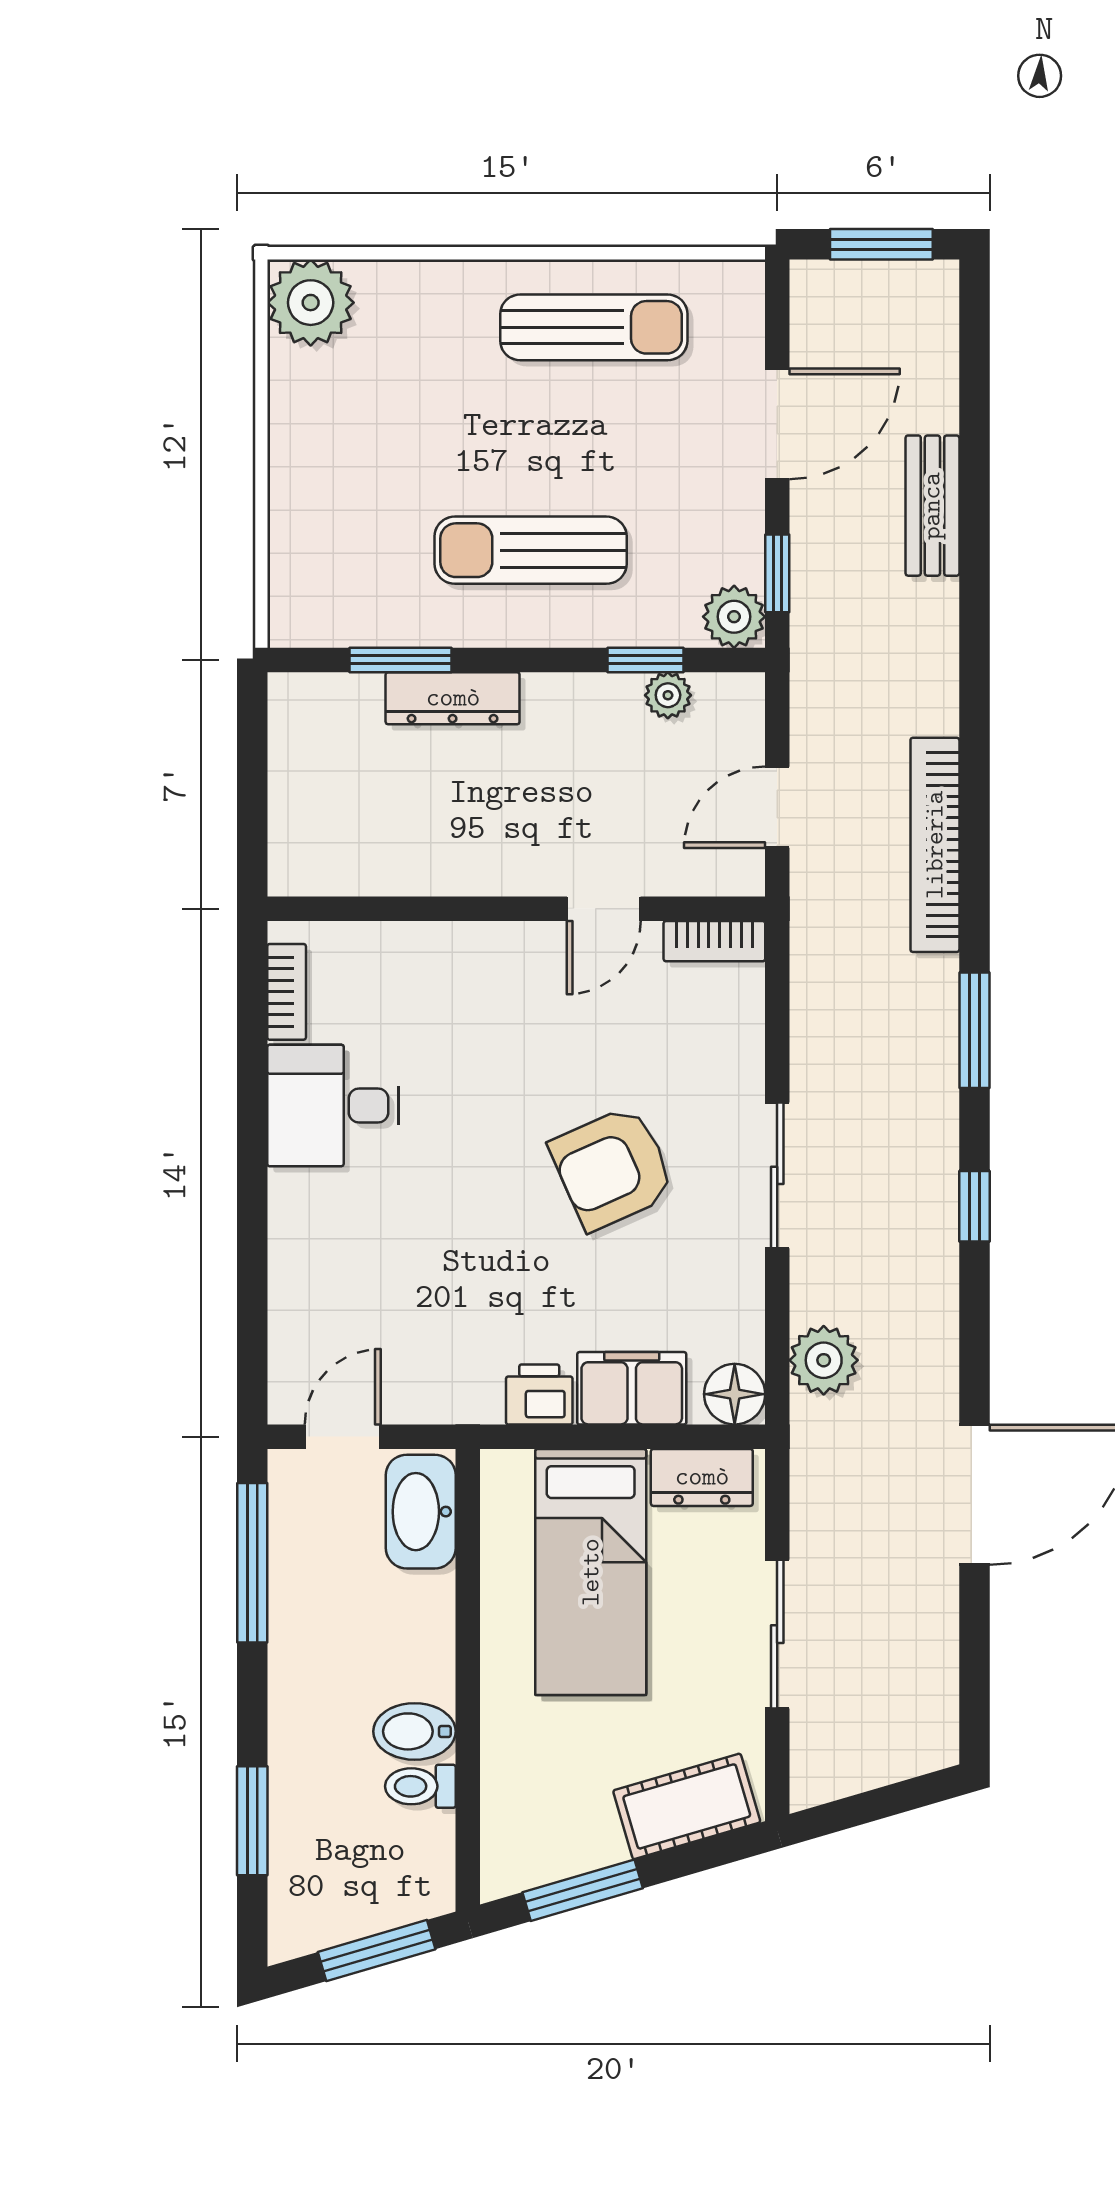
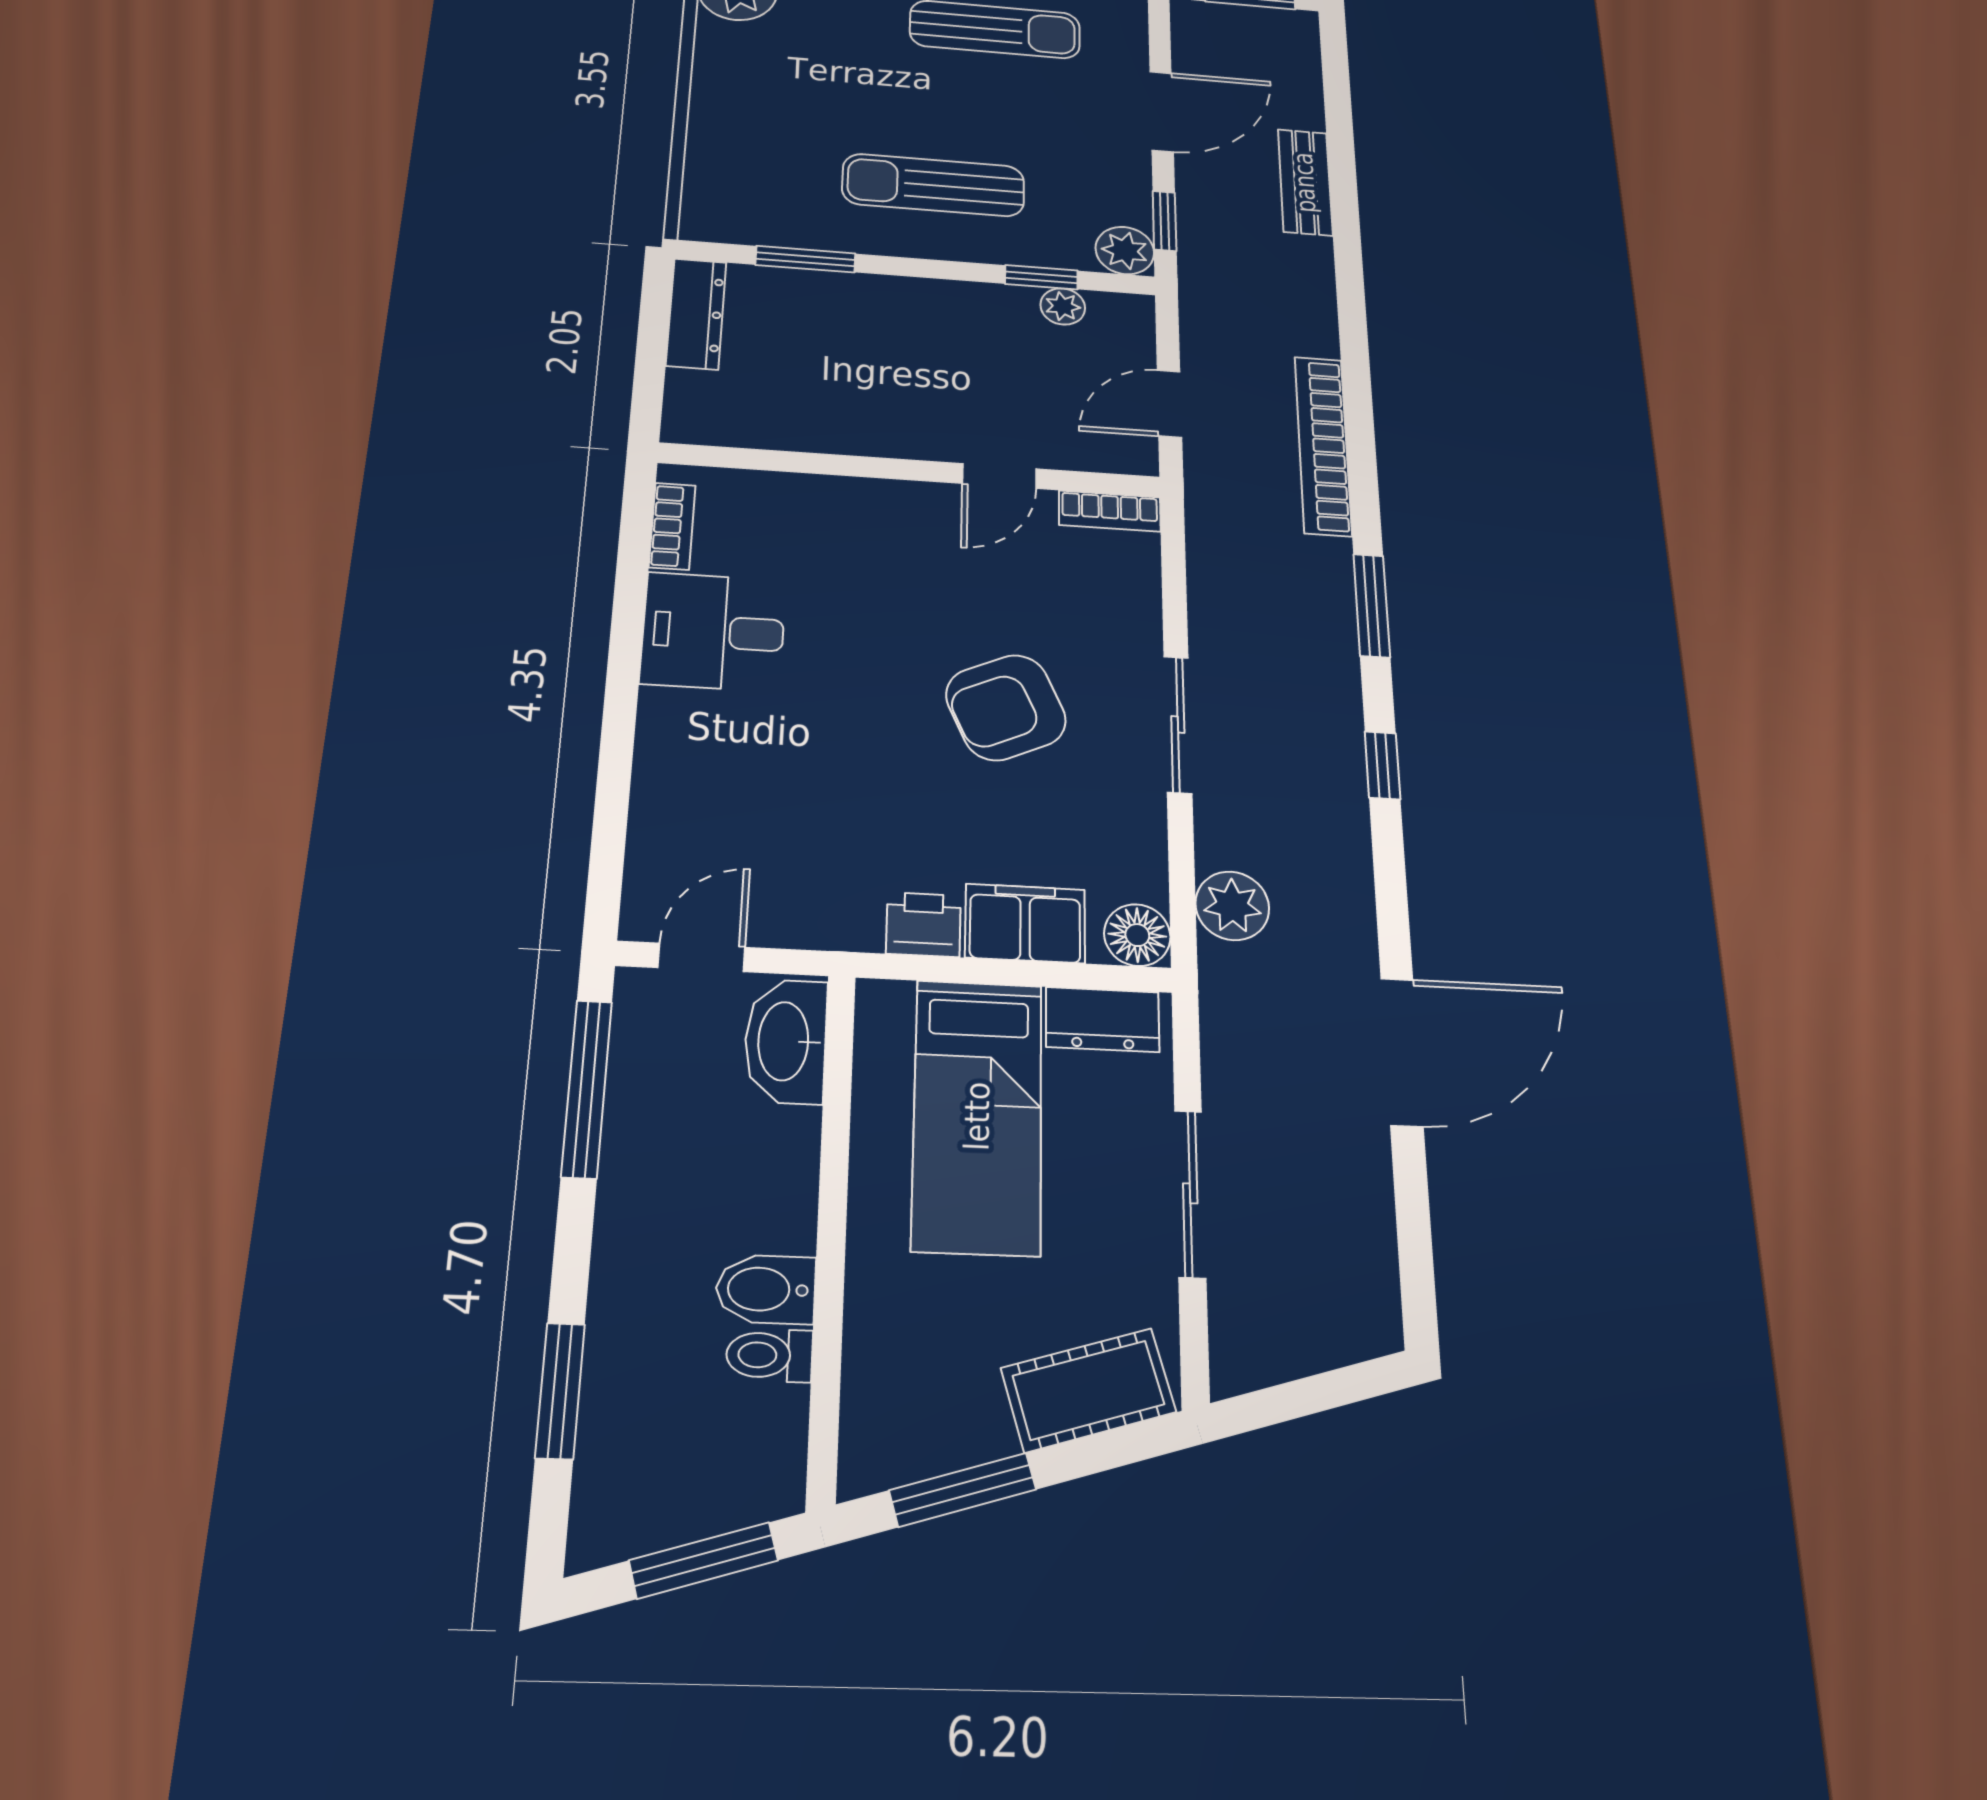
dresser: (453, 698) -> (696, 314), moved, turned -90

